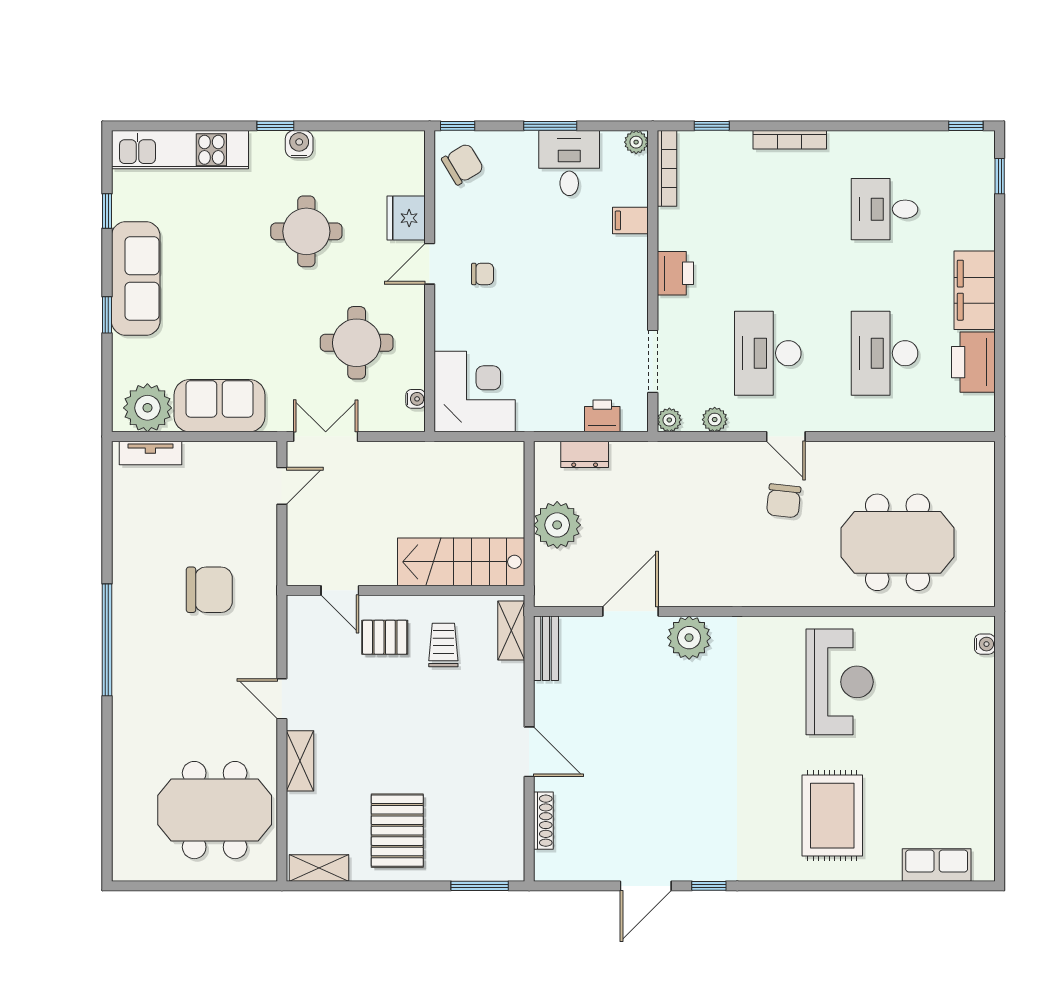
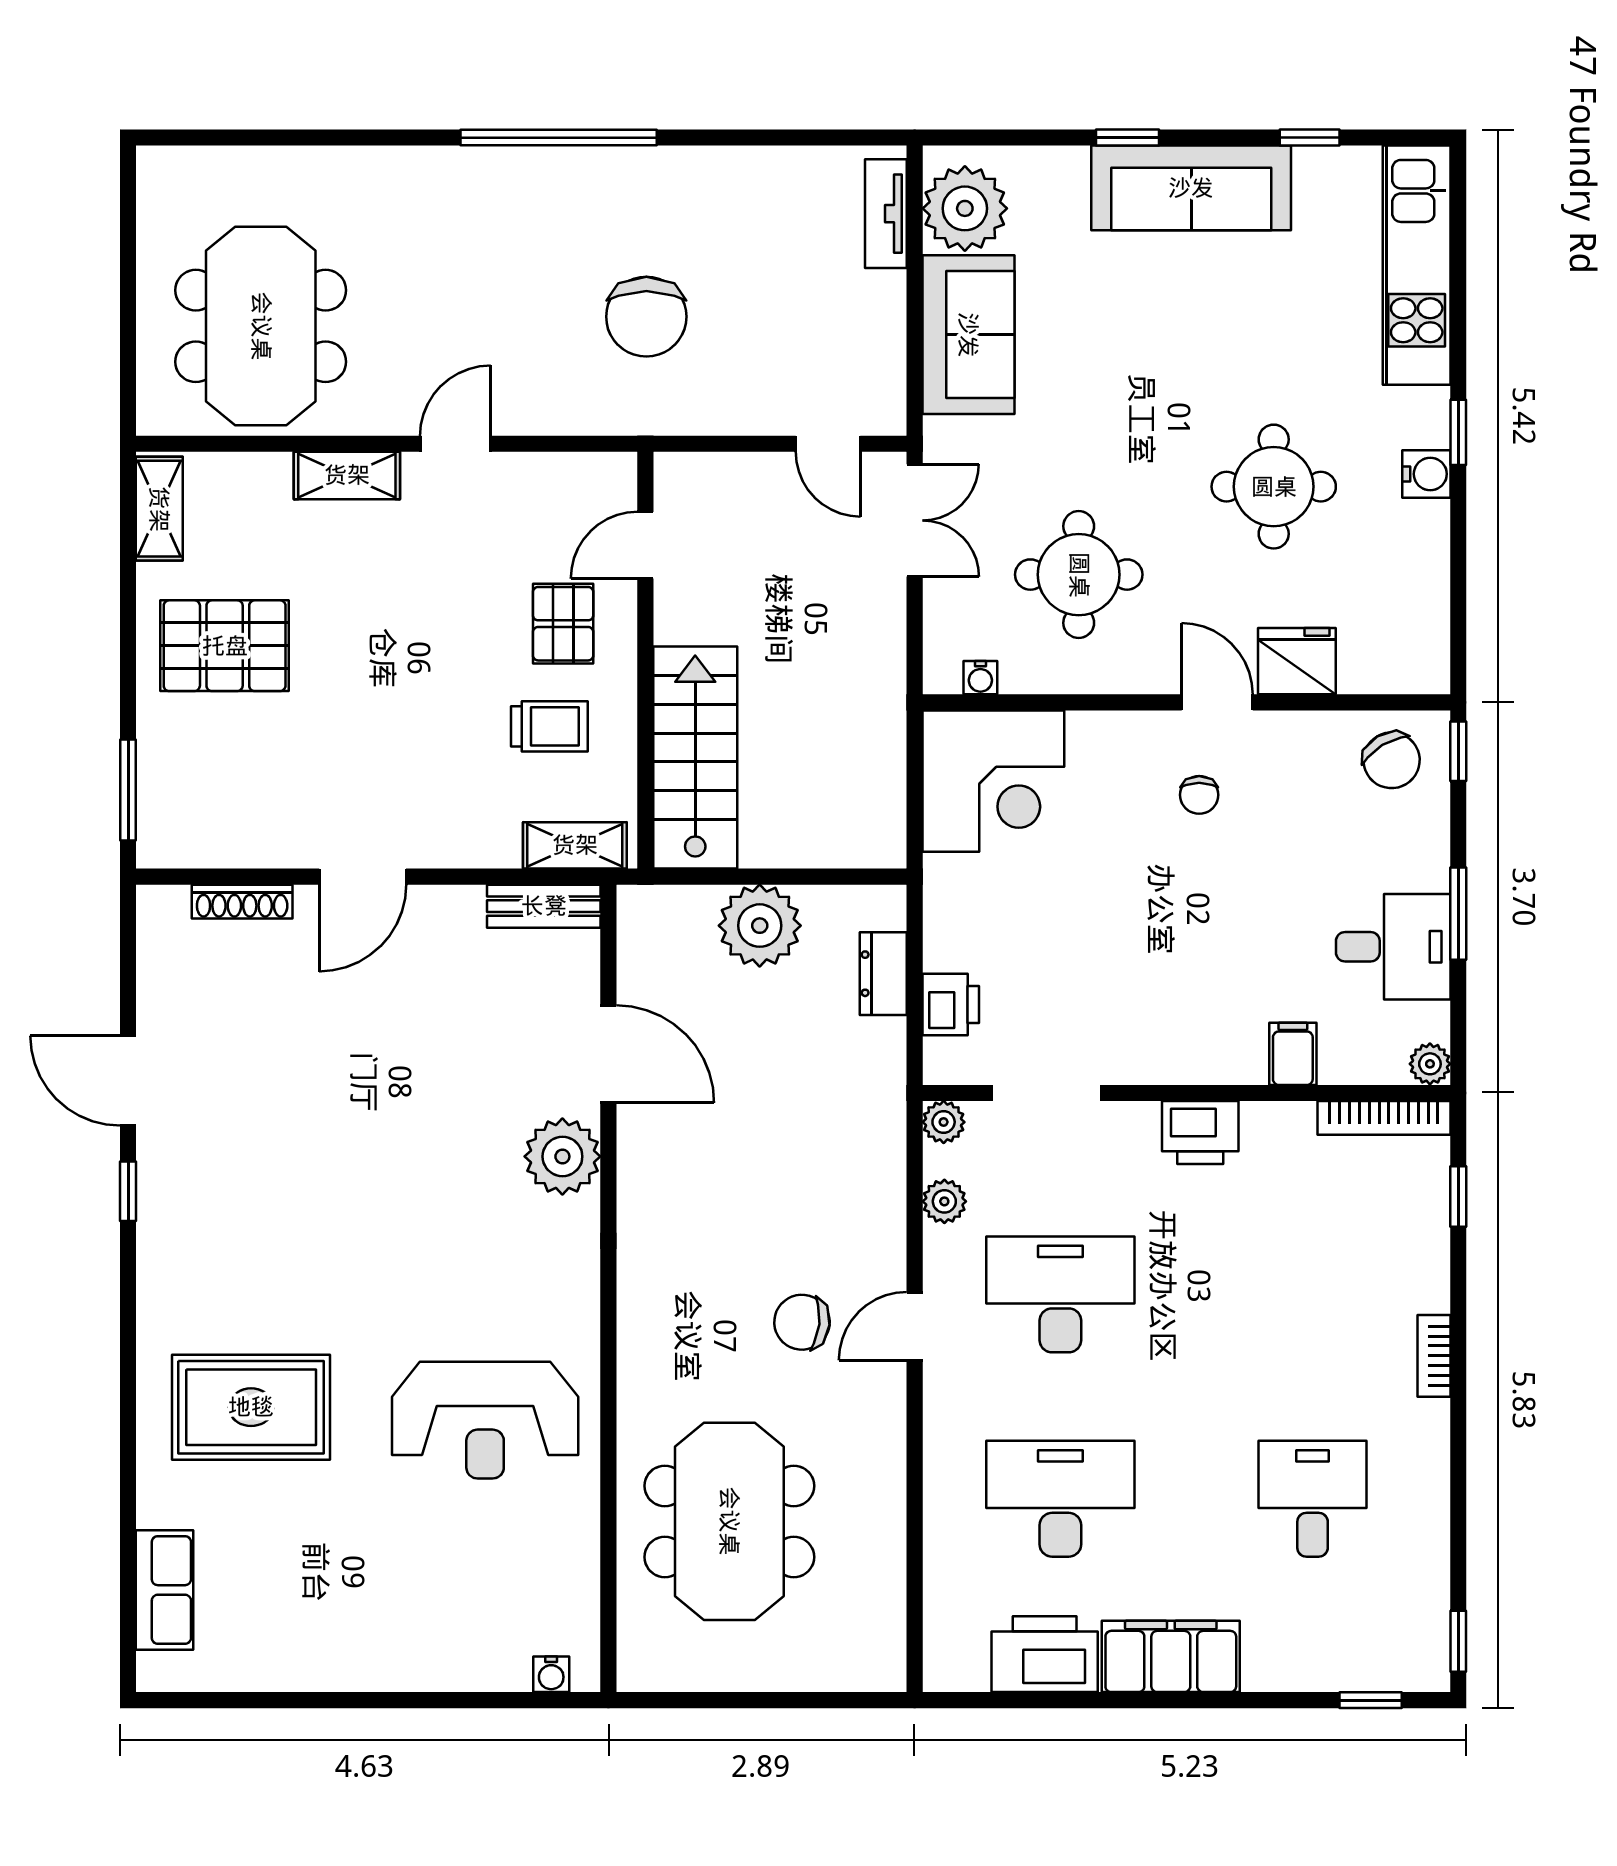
bookcase: (790, 140) -> (1434, 1356), width x0.64

